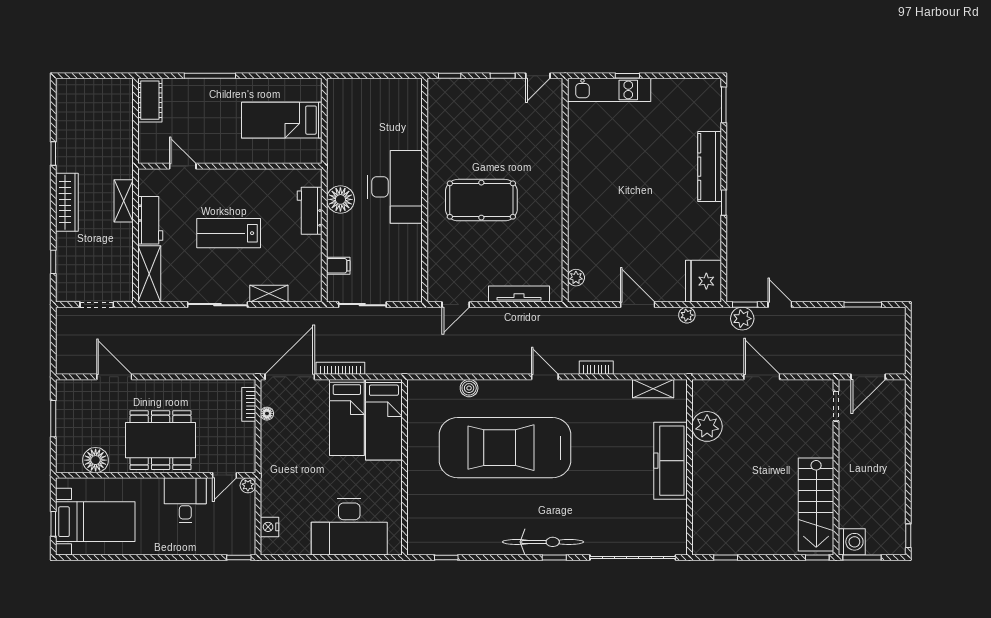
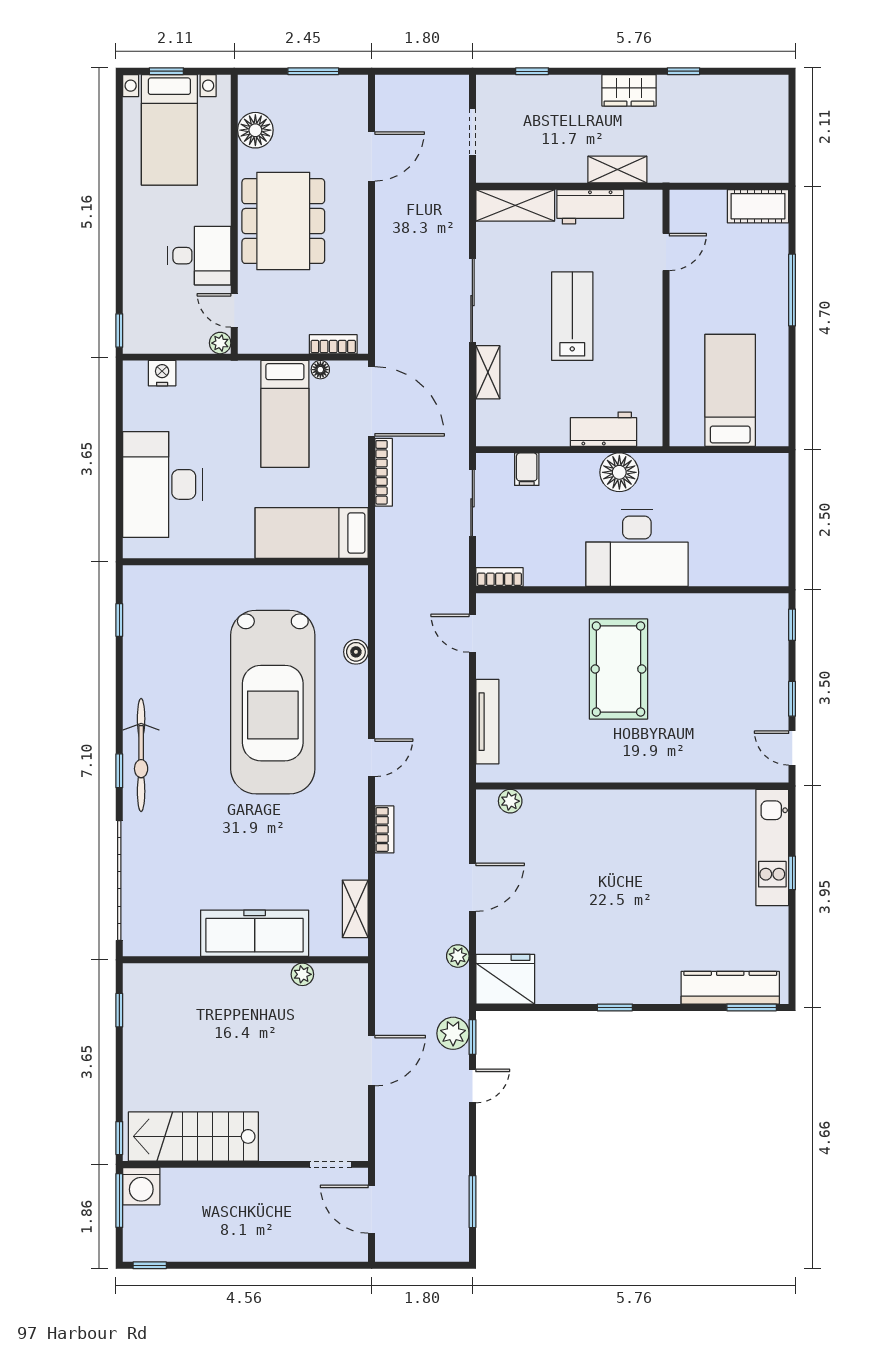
kitchen counter: (710, 167) -> (730, 988), moved
wardrobe: (67, 202) -> (629, 90), width x0.67
bookcase: (415, 285) -> (499, 577), added
bed: (347, 418) -> (285, 414), moved, turned -90
plant: (707, 426) -> (302, 974), width x0.53, depth x0.53
car: (505, 448) -> (273, 702), turned 180

